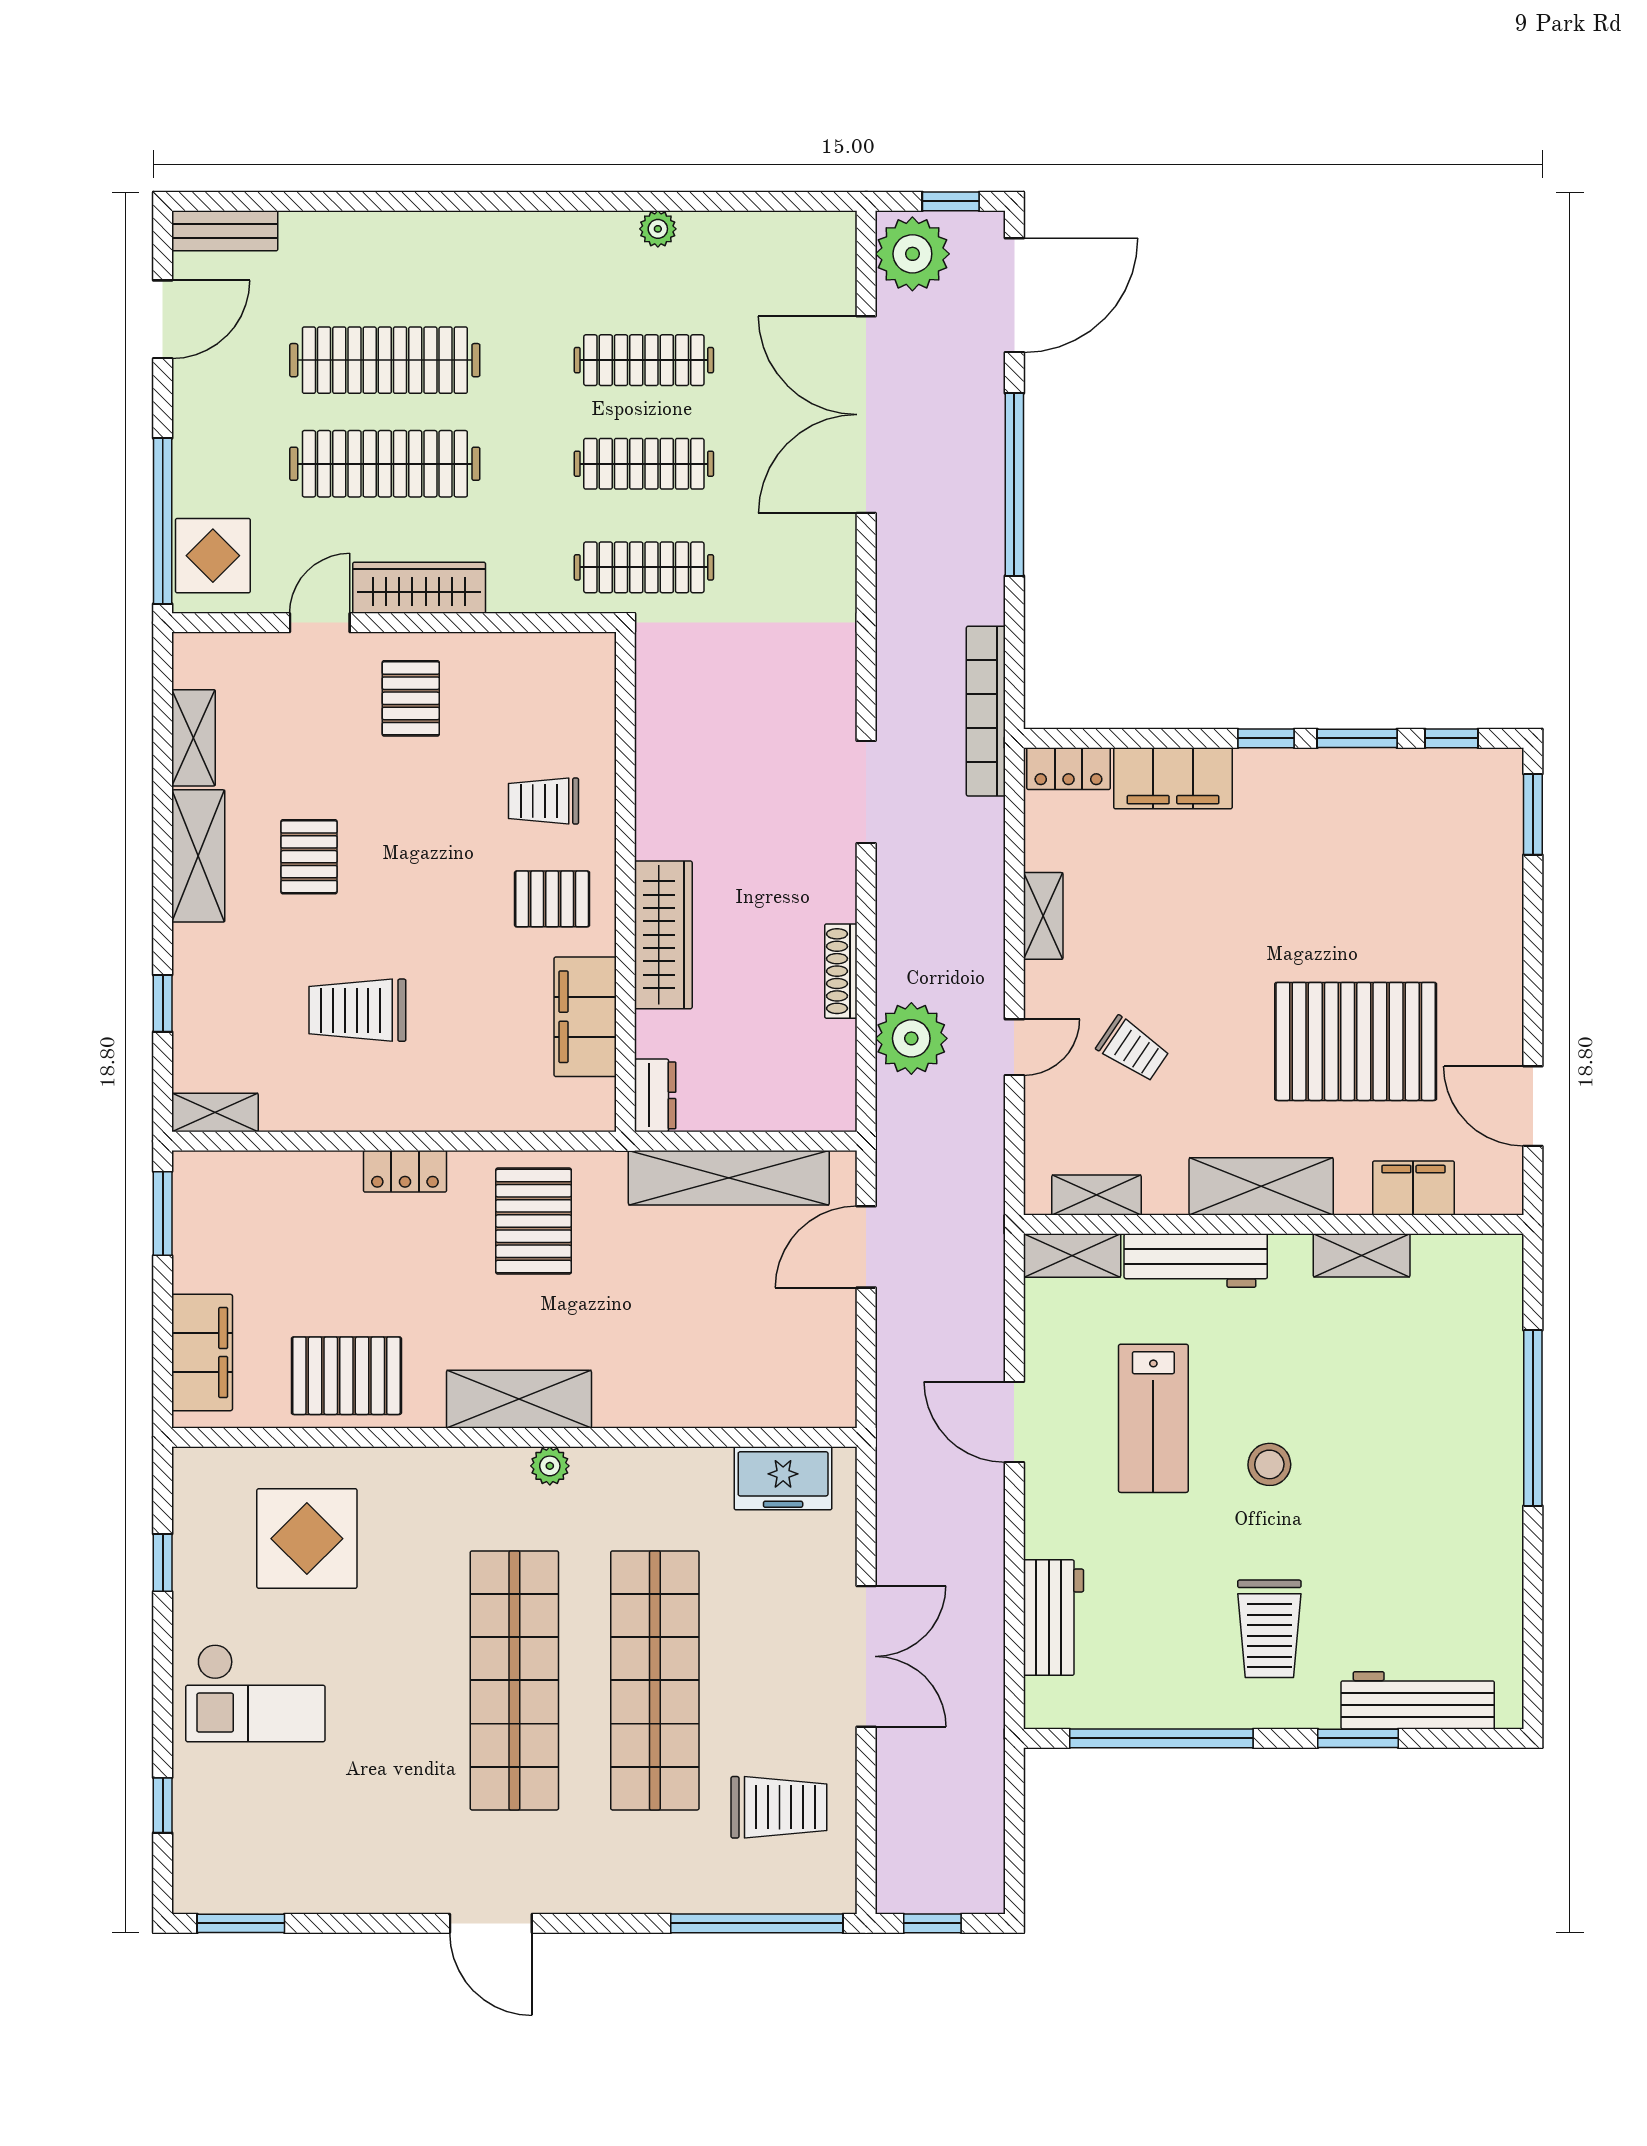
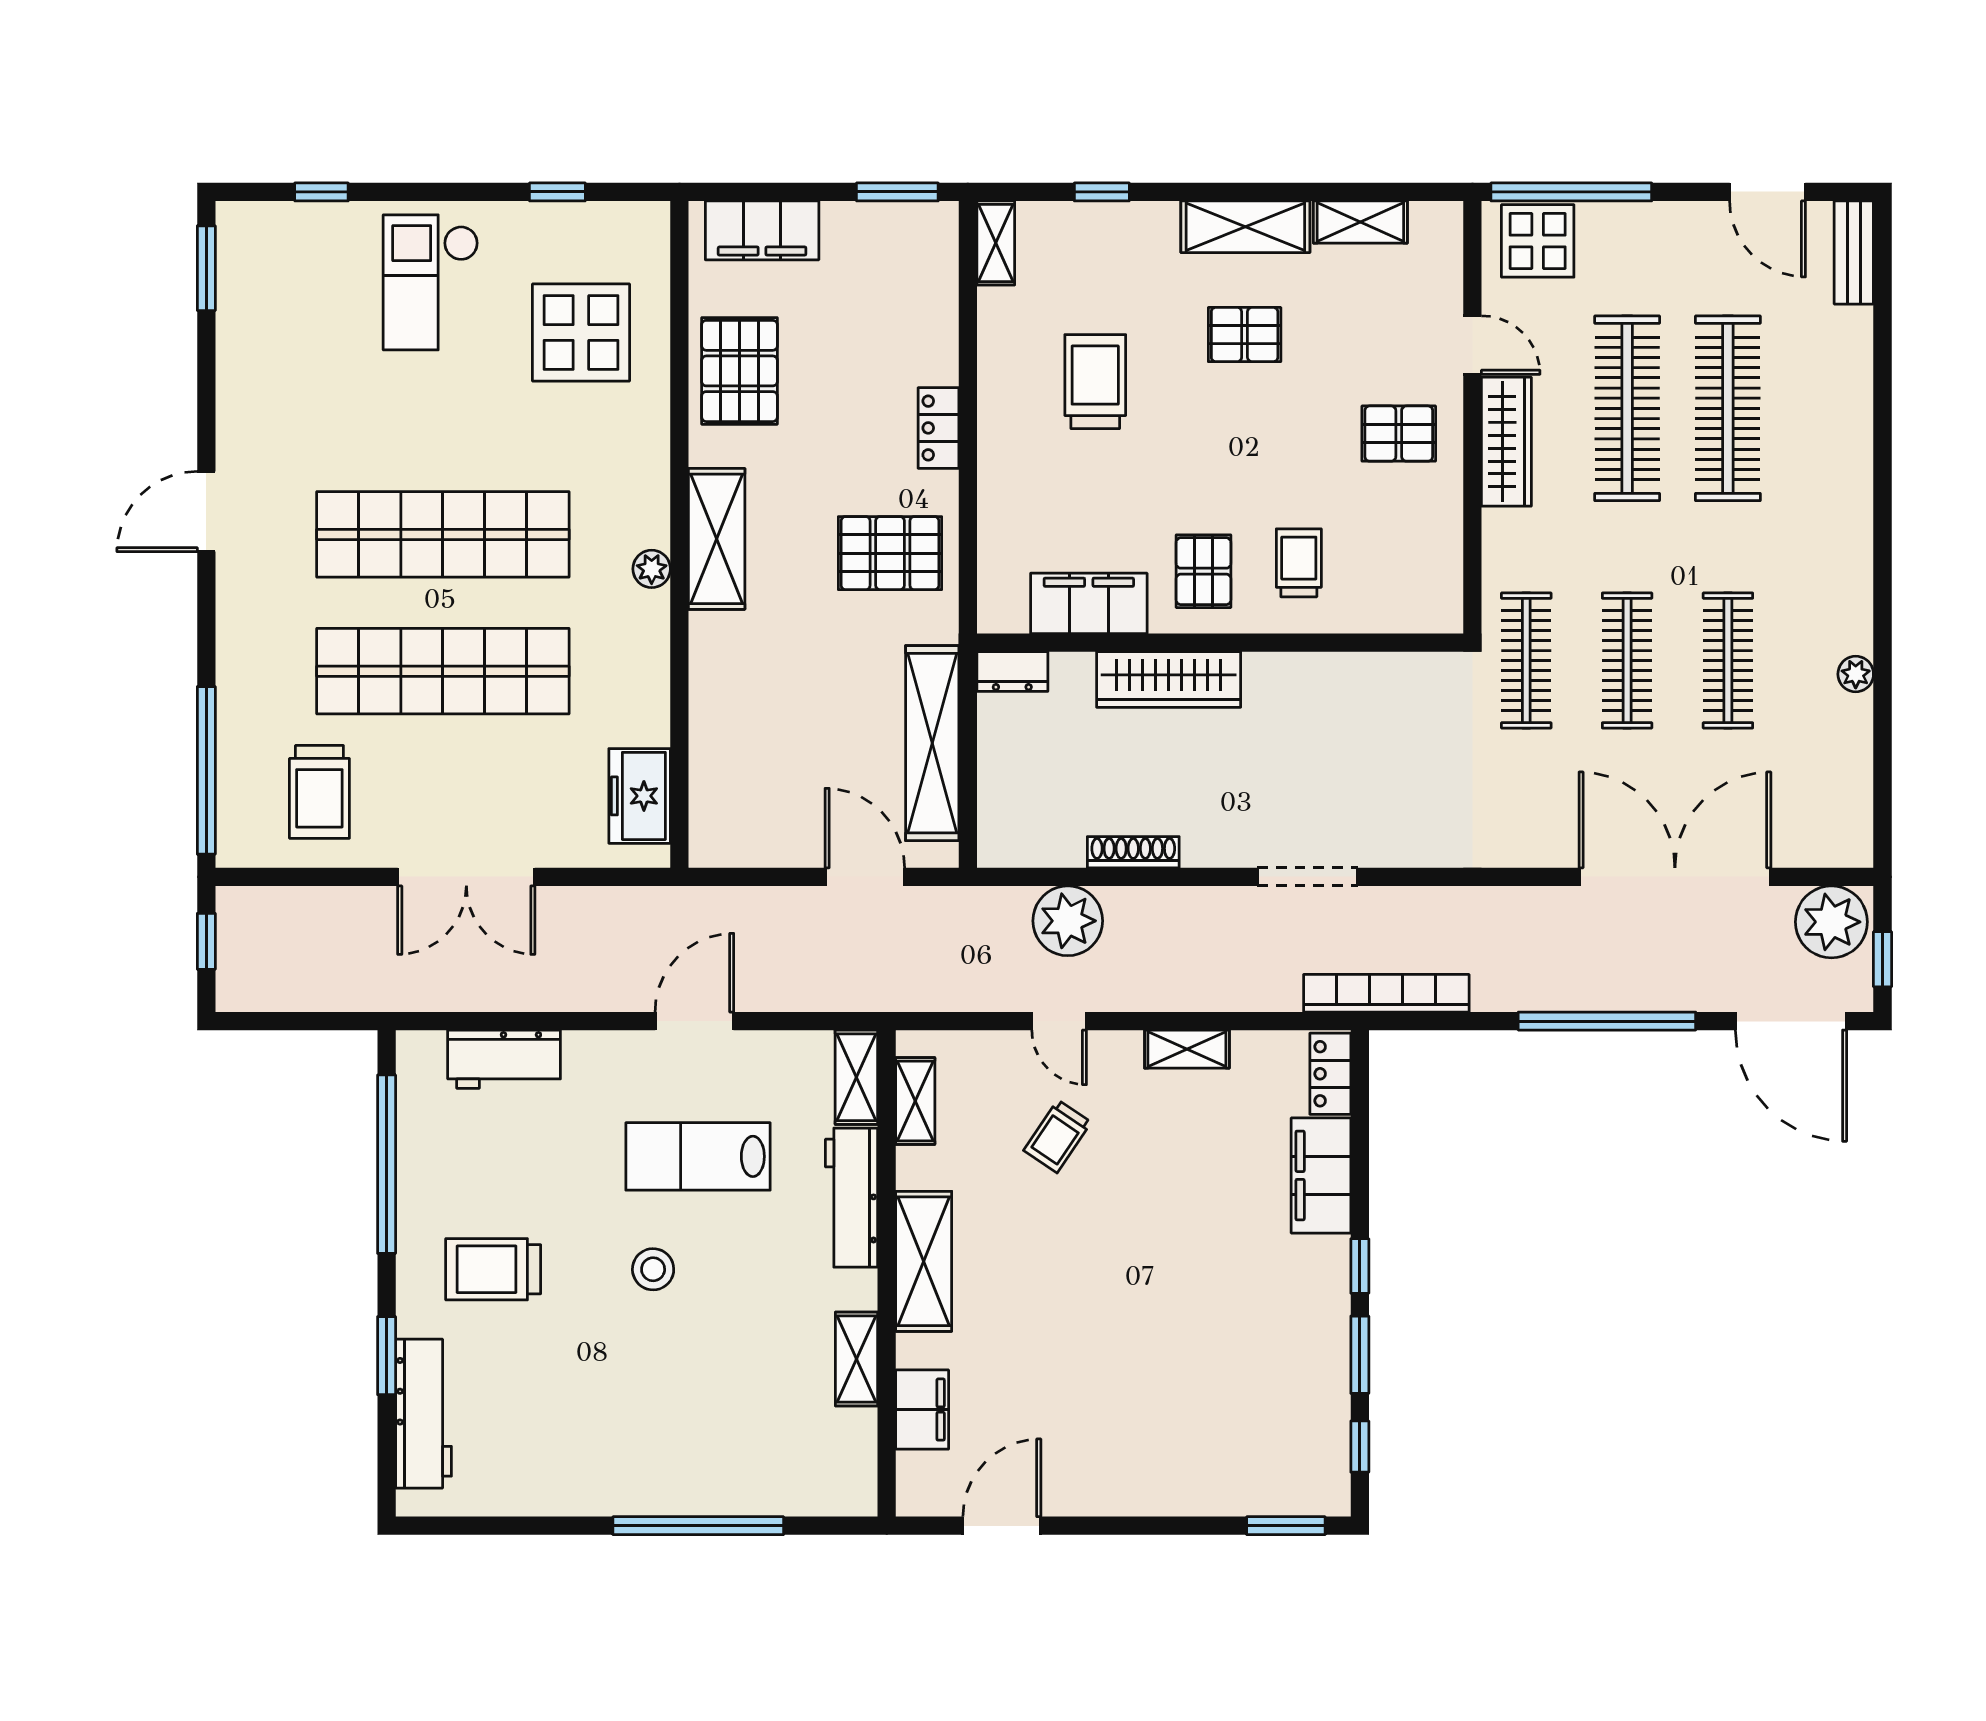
pallet: (1356, 1041) -> (1065, 1353), removed

